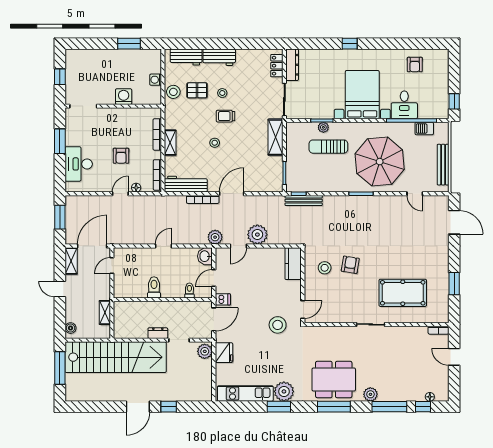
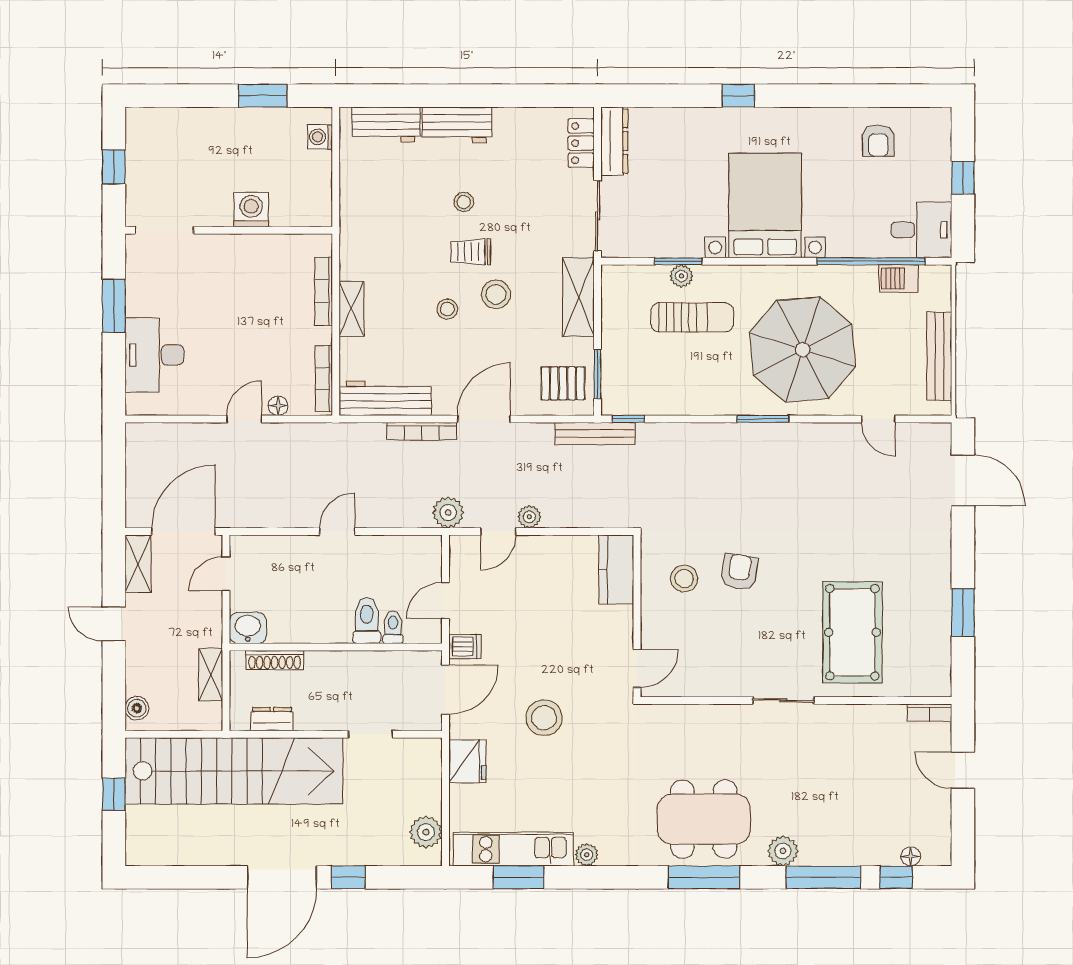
washing machine: (156, 80) -> (320, 137), moved
pallet: (197, 90) -> (563, 383), moved
stool: (173, 92) -> (496, 294), moved
window: (454, 101) -> (963, 178), moved
desk: (404, 105) -> (922, 230), moved, turned -90
sun lounger: (328, 147) -> (692, 317), turned 180
armchair: (121, 156) -> (246, 337), removed
bench: (304, 200) -> (595, 433), moved
window: (60, 217) -> (114, 469), removed
plant: (257, 235) -> (529, 517), width x0.53, depth x0.53
washbasin: (205, 256) -> (248, 628), moved, turned 90
toilet: (154, 287) -> (367, 621), moved
pool table: (403, 293) -> (852, 632), turned 90
shoe rack: (134, 306) -> (275, 660), added
stool: (278, 325) -> (544, 718), moved
dresser: (158, 333) -> (272, 719), moved
plant: (205, 351) -> (426, 832), moved
window: (60, 368) -> (114, 794), width x0.46
plant: (284, 391) -> (587, 855), width x0.53, depth x0.53
door: (138, 407) -> (282, 877), width x1.36
window: (279, 407) -> (519, 877), moved

